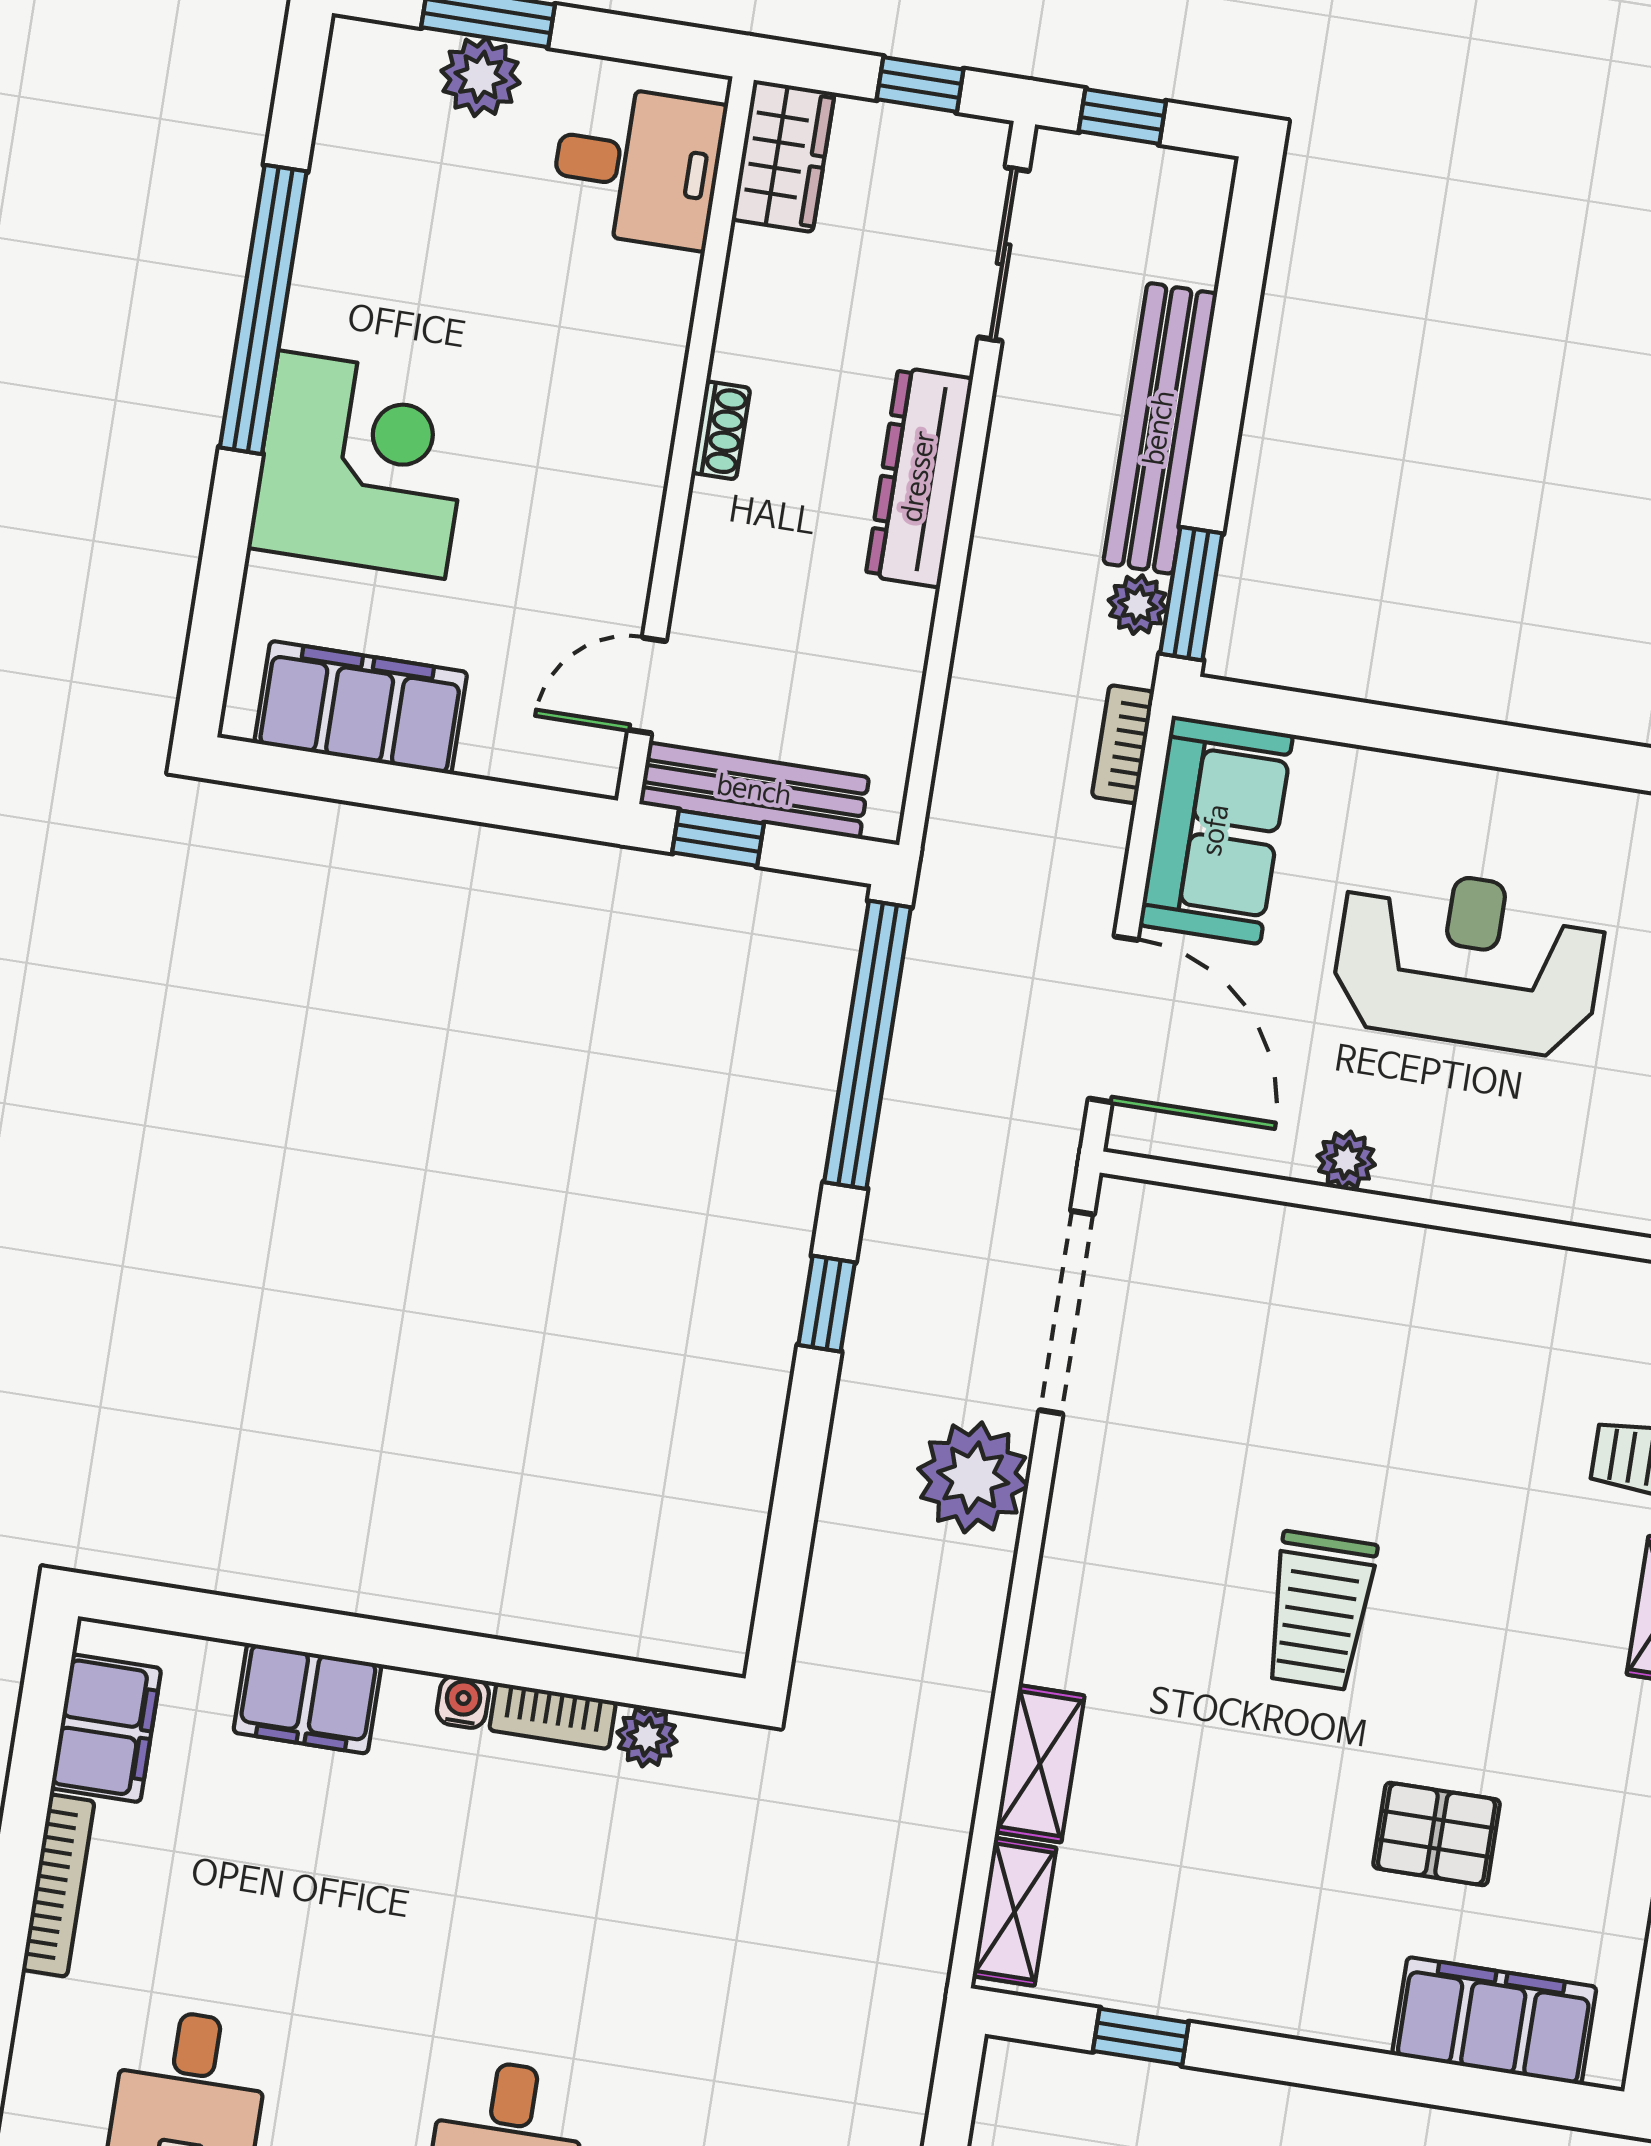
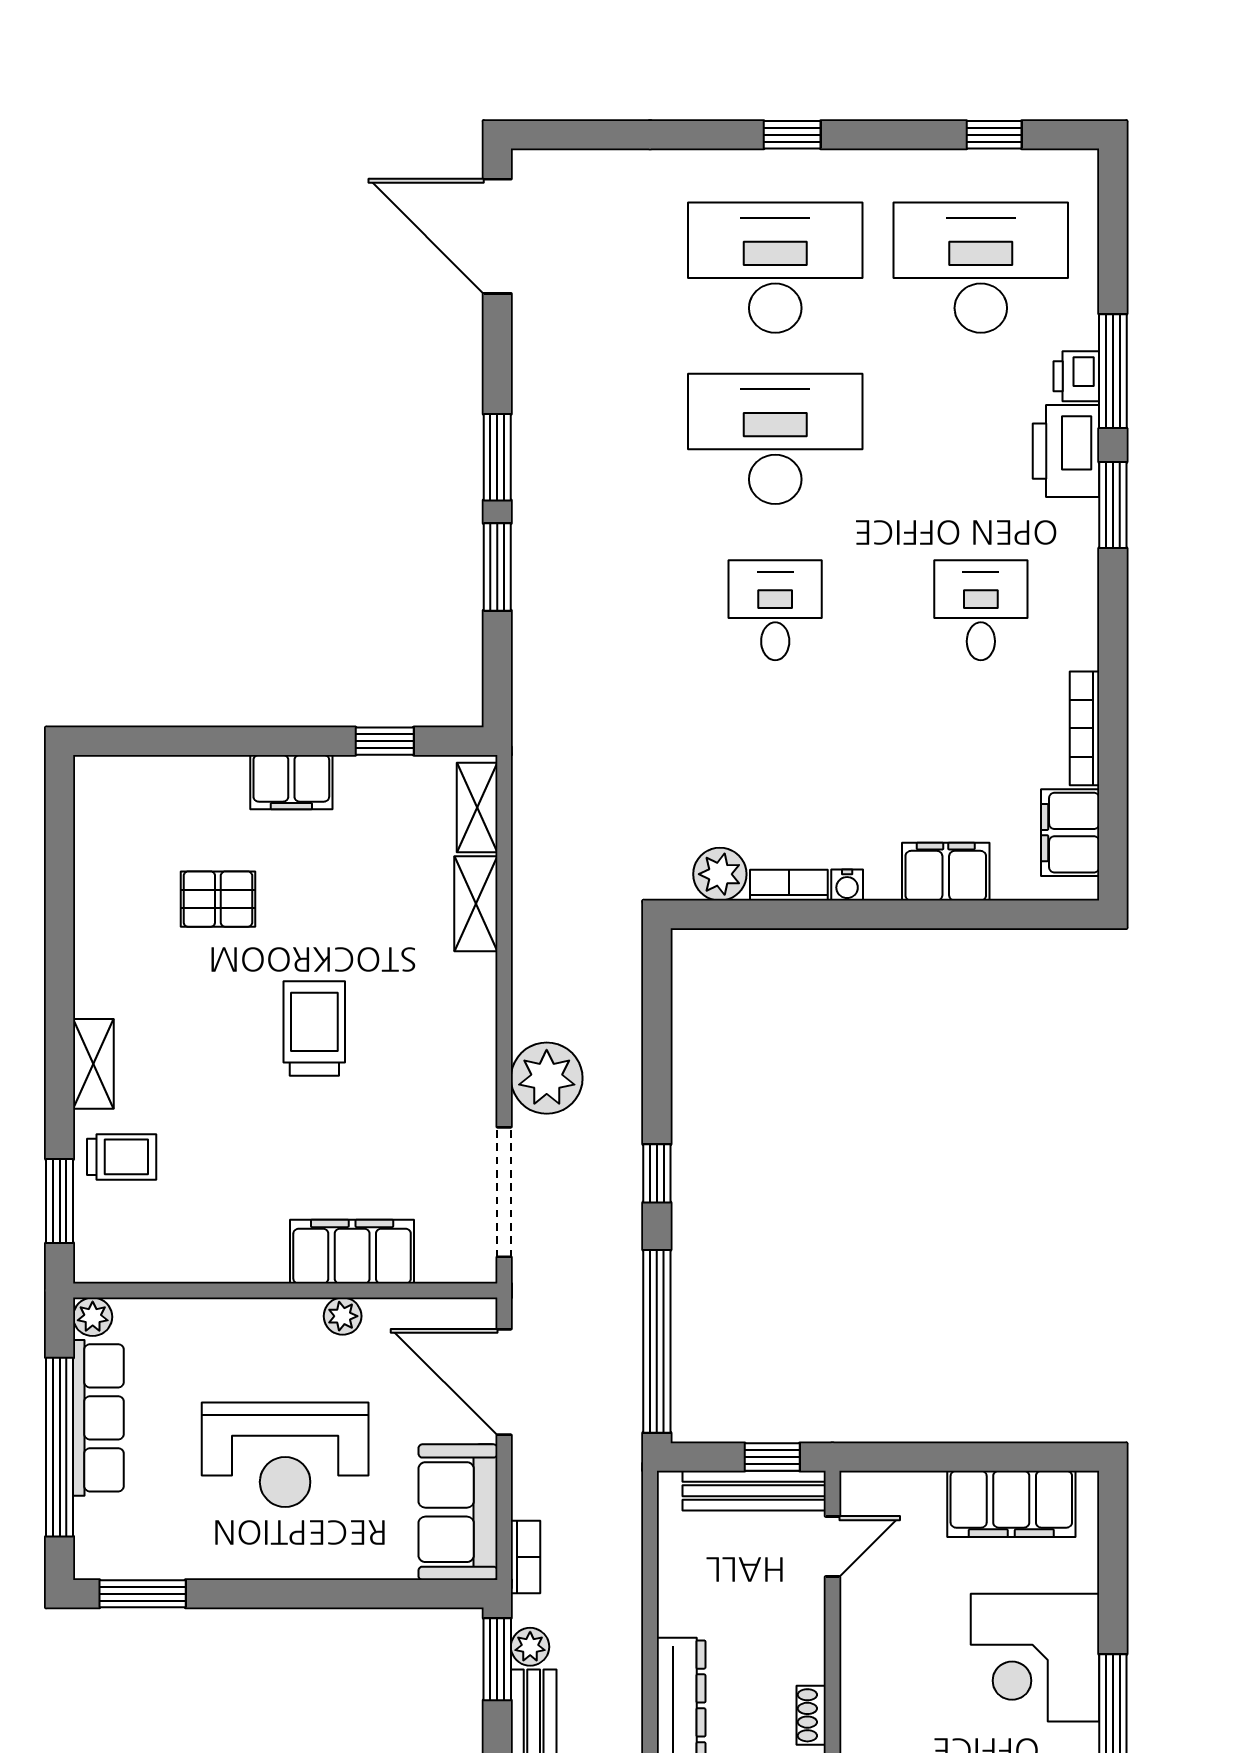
filing cabinet: (1316, 1257) -> (352, 1252), added
plant: (647, 1737) -> (720, 874), width x1.38, depth x1.38
filing cabinet: (1494, 2021) -> (291, 782), moved, width x0.67, depth x0.86

